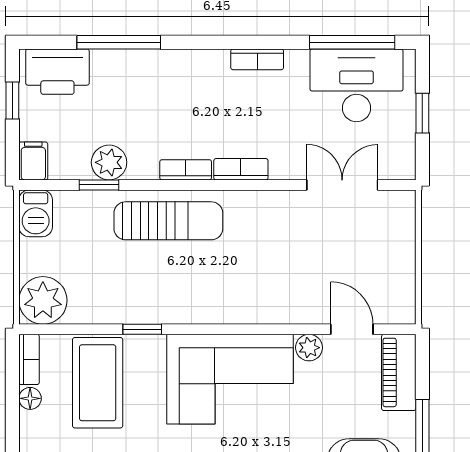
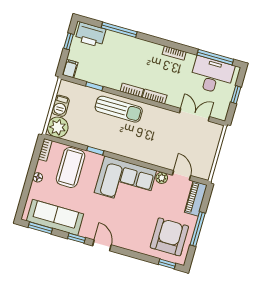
plant: (109, 162) -> (101, 78), removed
barbecue: (36, 213) -> (61, 106), moved
floor lamp: (30, 398) -> (38, 177), moved

